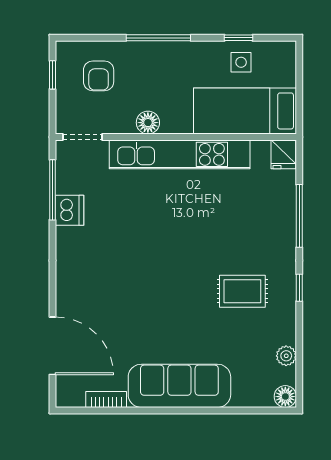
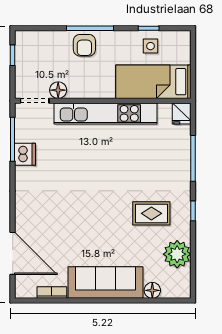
armchair: (99, 76) -> (84, 45), moved
floor lamp: (148, 123) -> (58, 90), moved
plant: (286, 356) -> (177, 254), width x1.87, depth x1.87
floor lamp: (285, 397) -> (152, 290), moved

